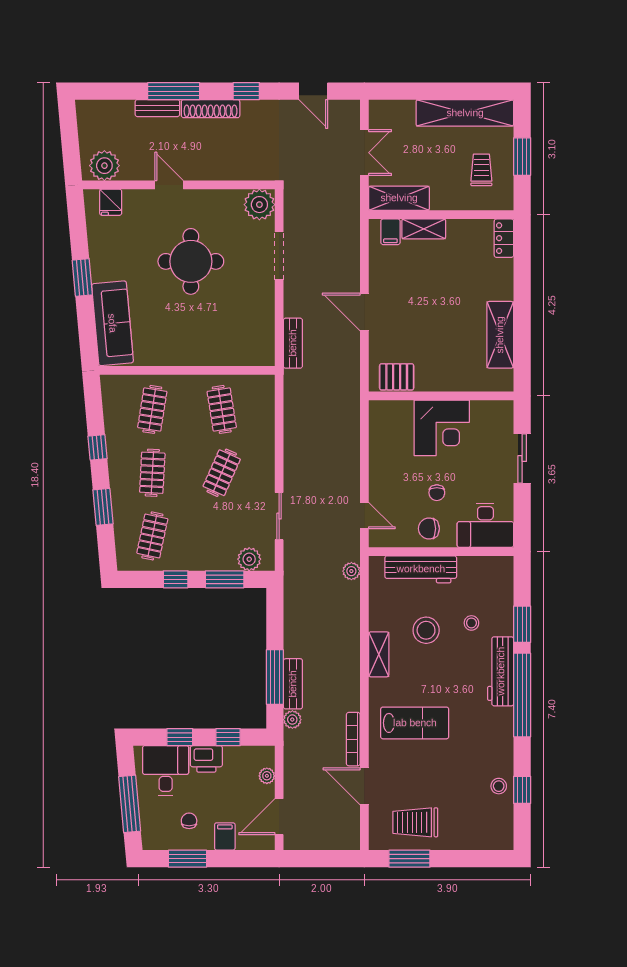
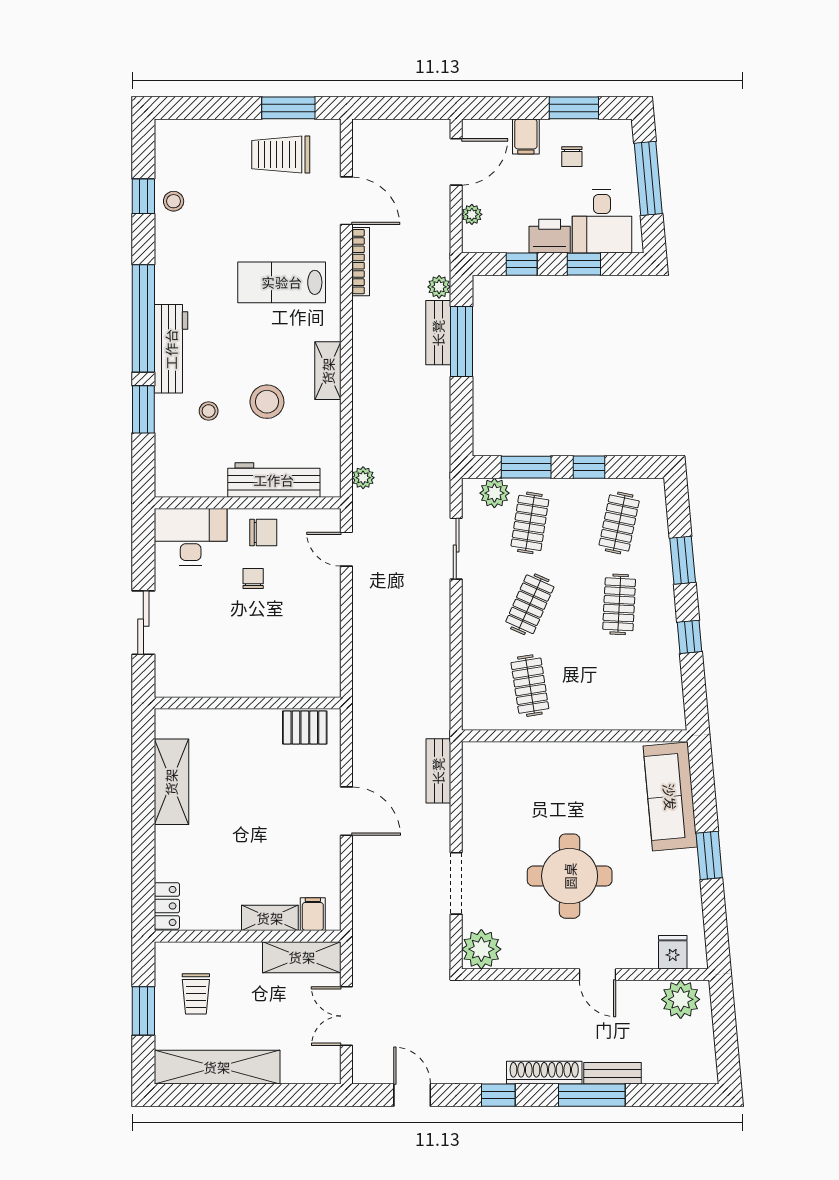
clothes rail: (152, 409) -> (530, 523), moved
corner desk: (442, 428) -> (247, 662), removed
trolley: (415, 822) -> (281, 155), turned 180

